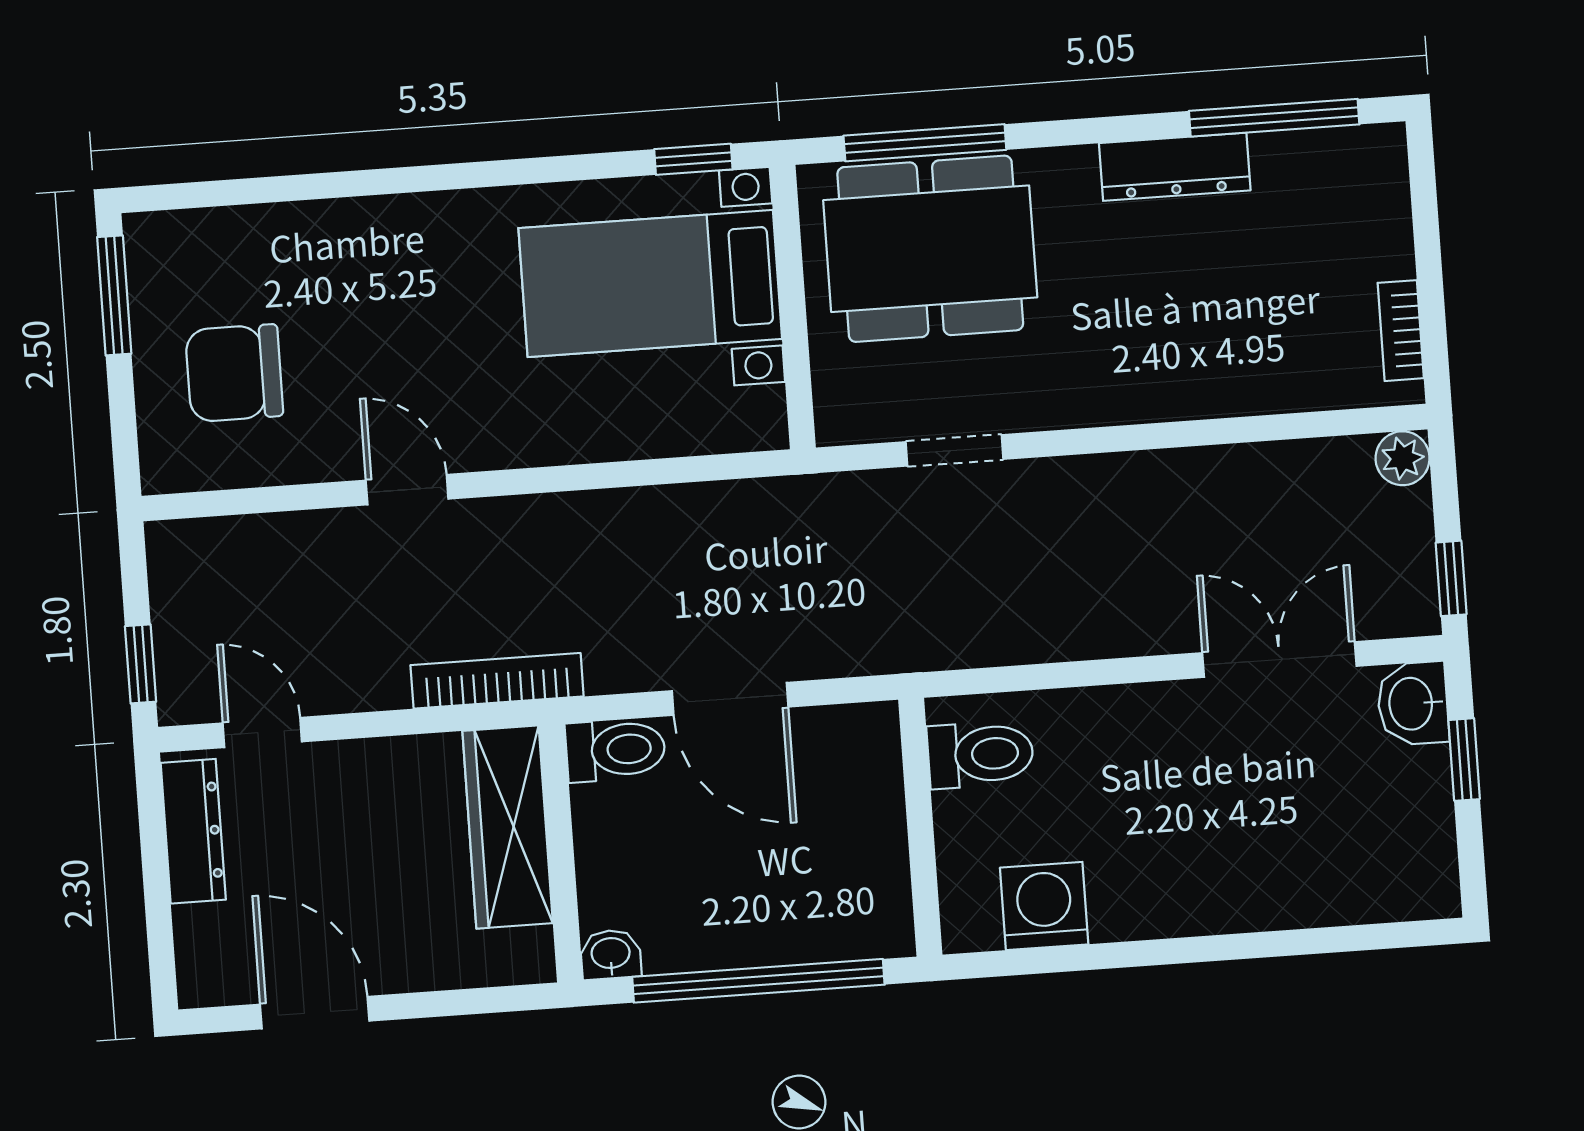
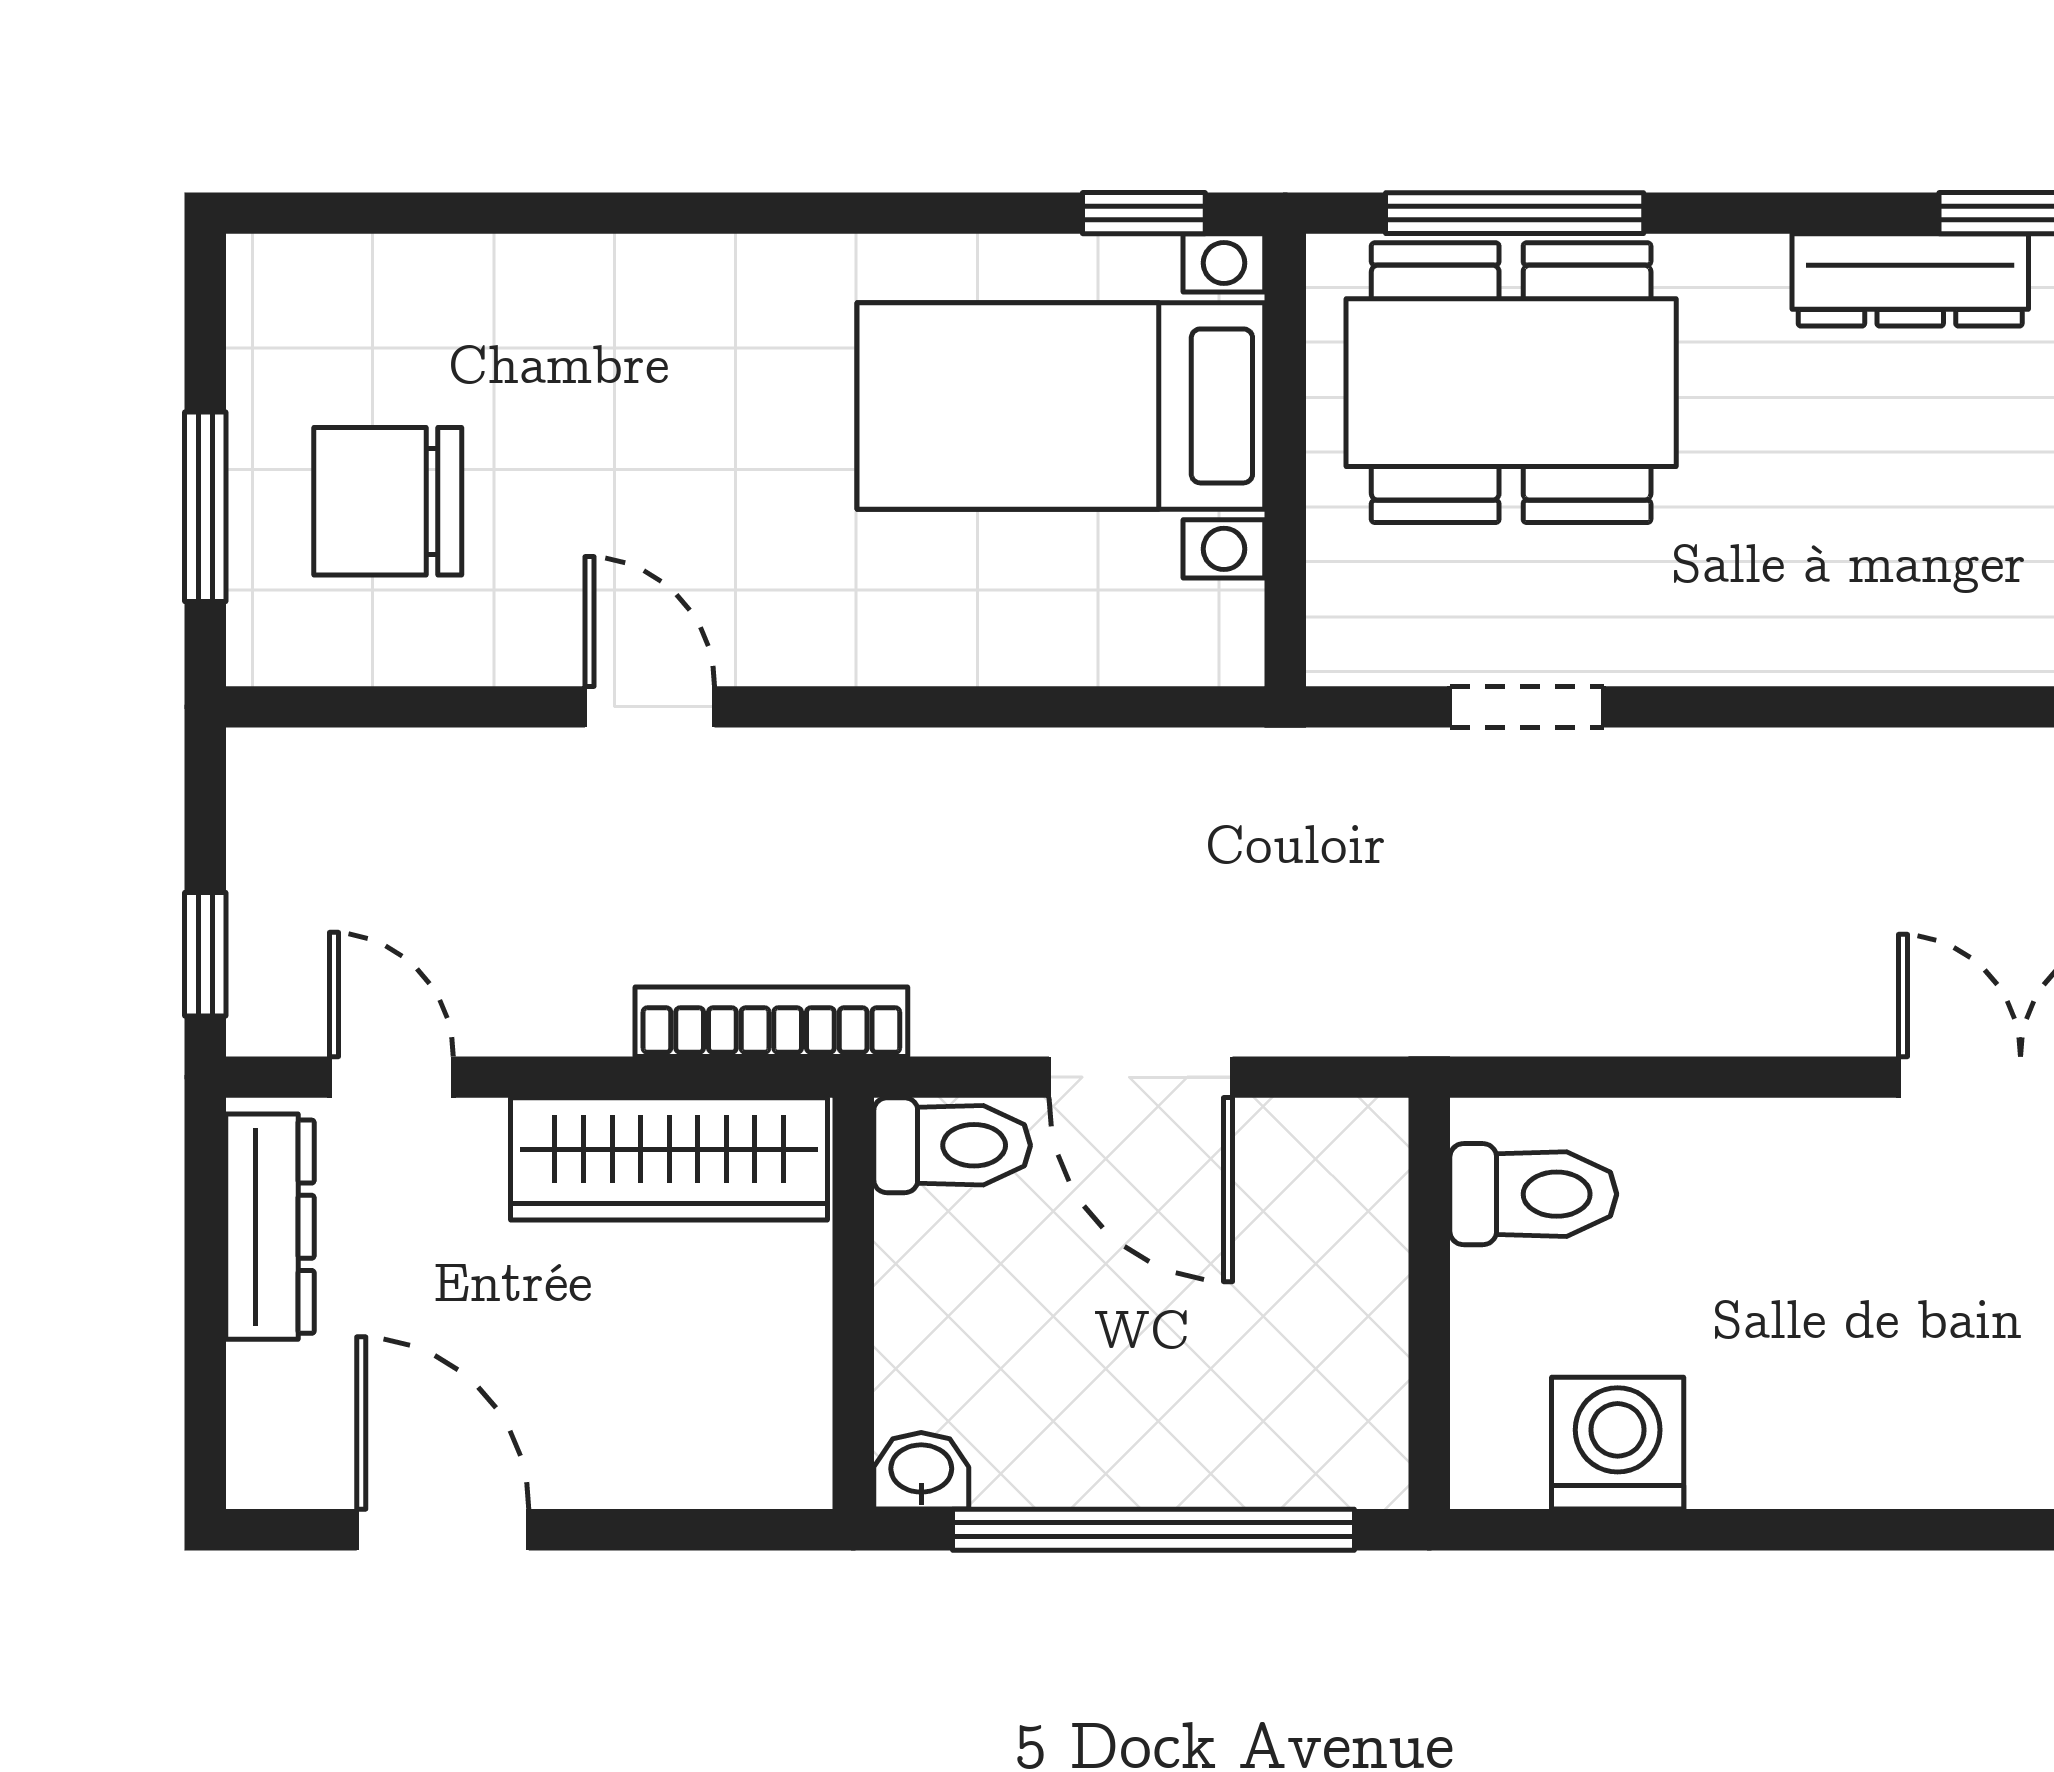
window: (114, 295) -> (205, 507), moved
wardrobe: (508, 827) -> (669, 1159), moved, turned -90

